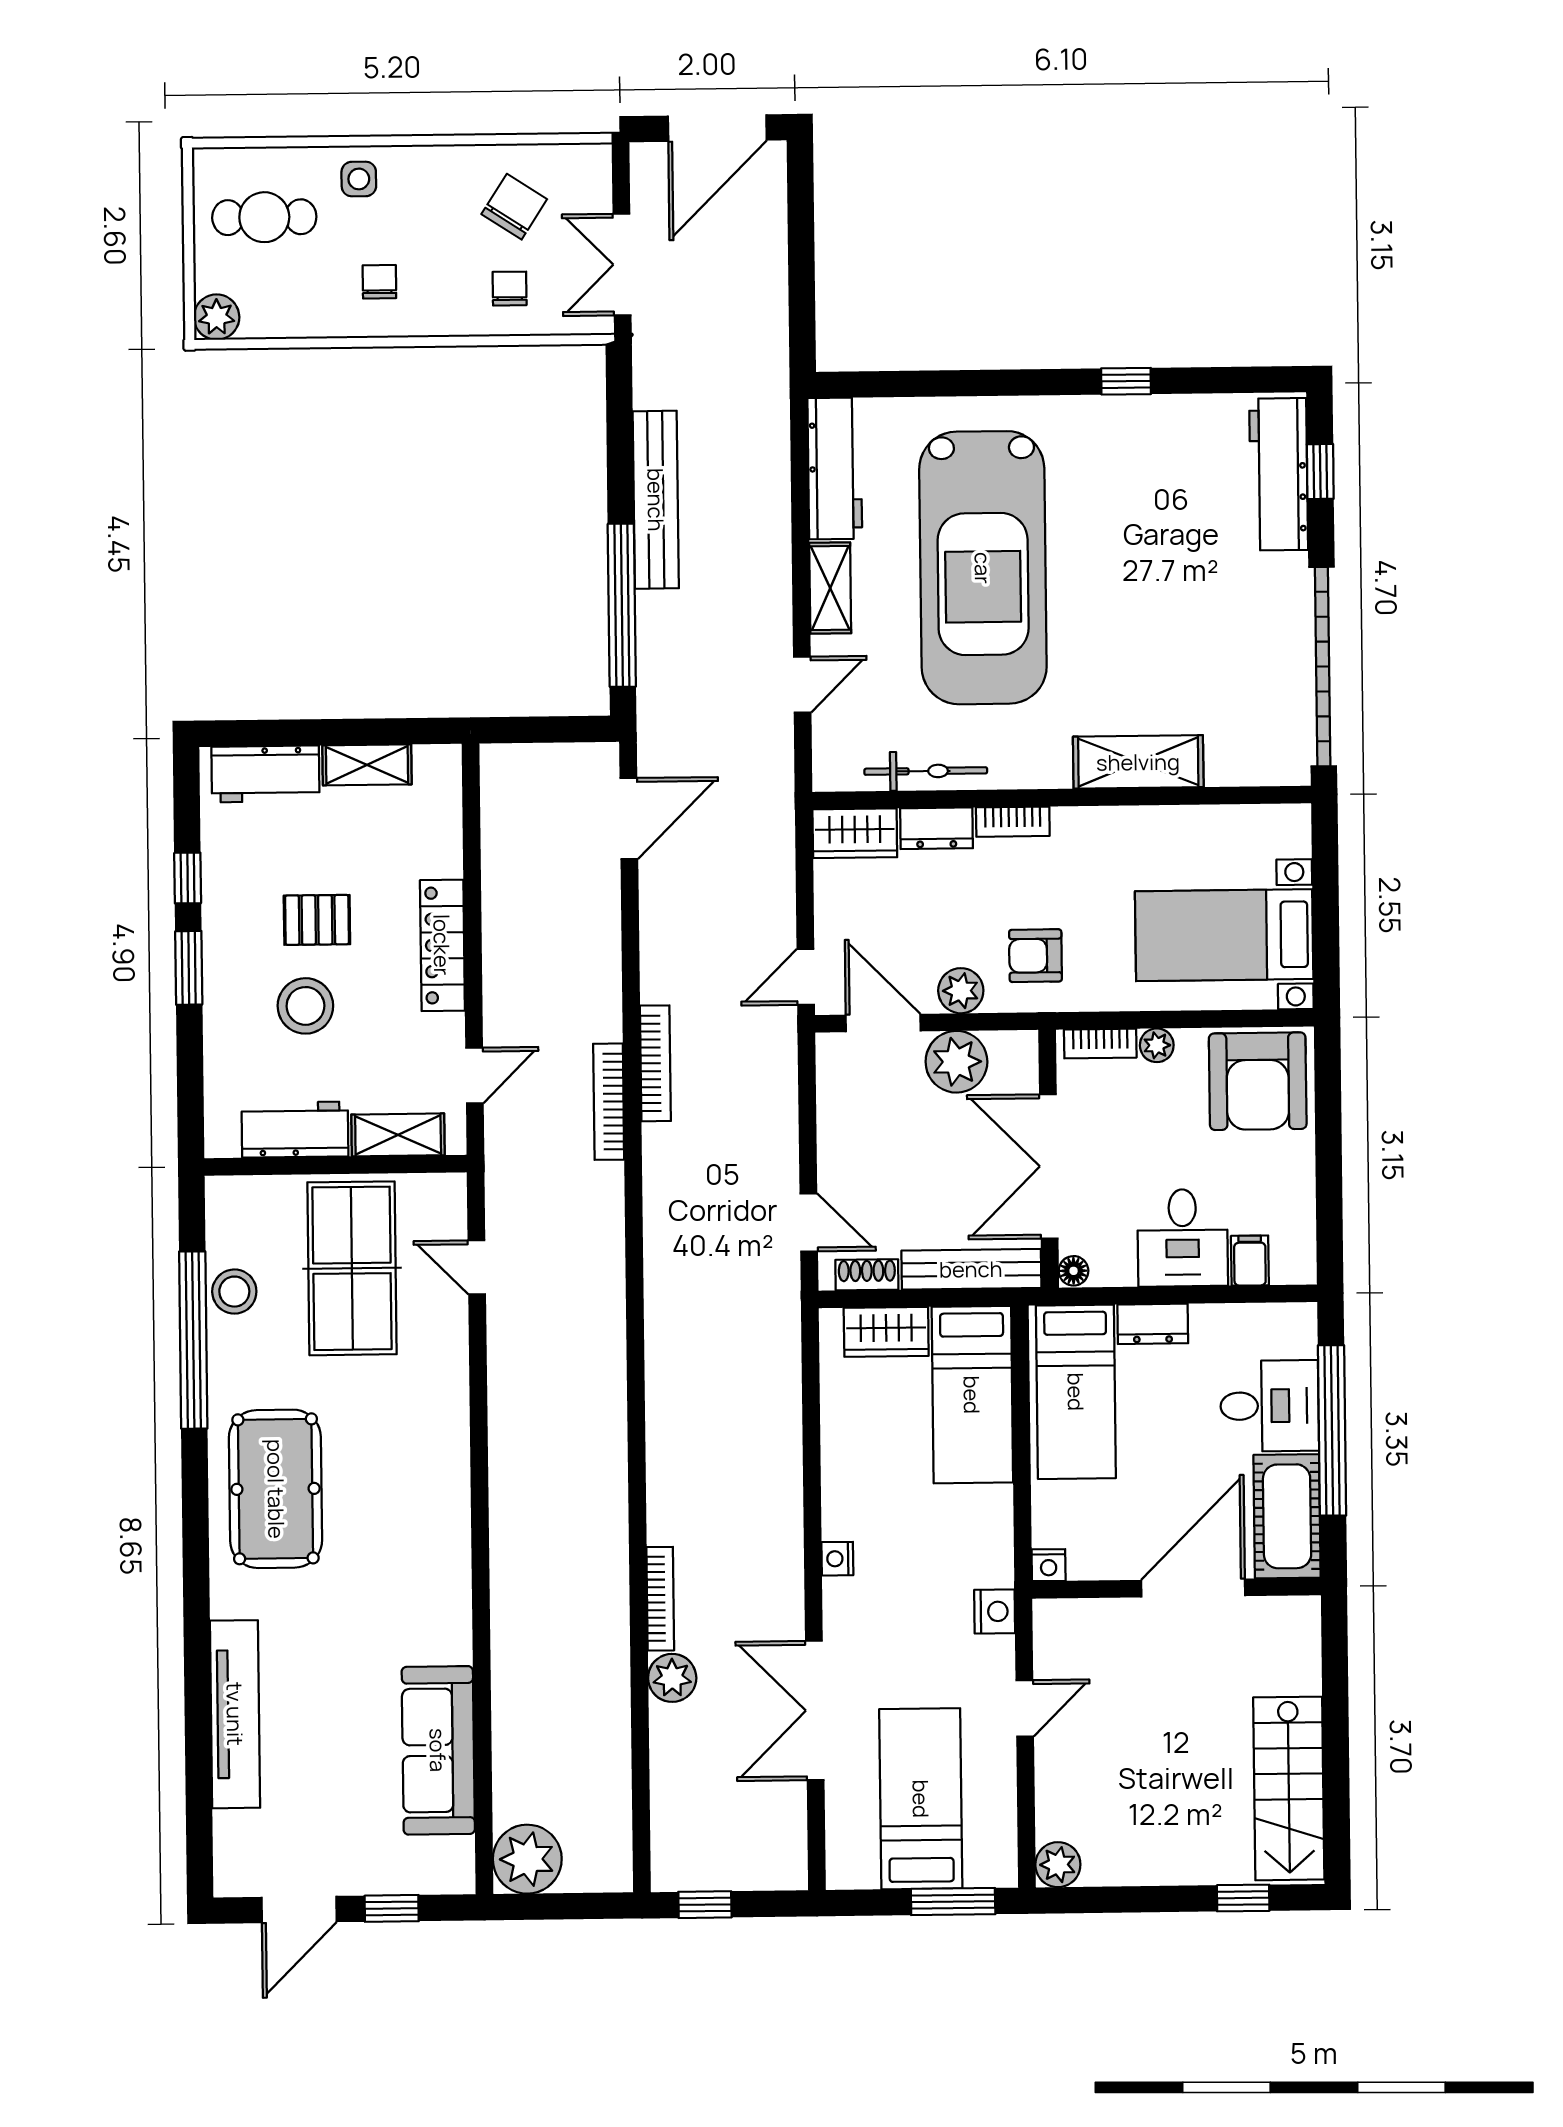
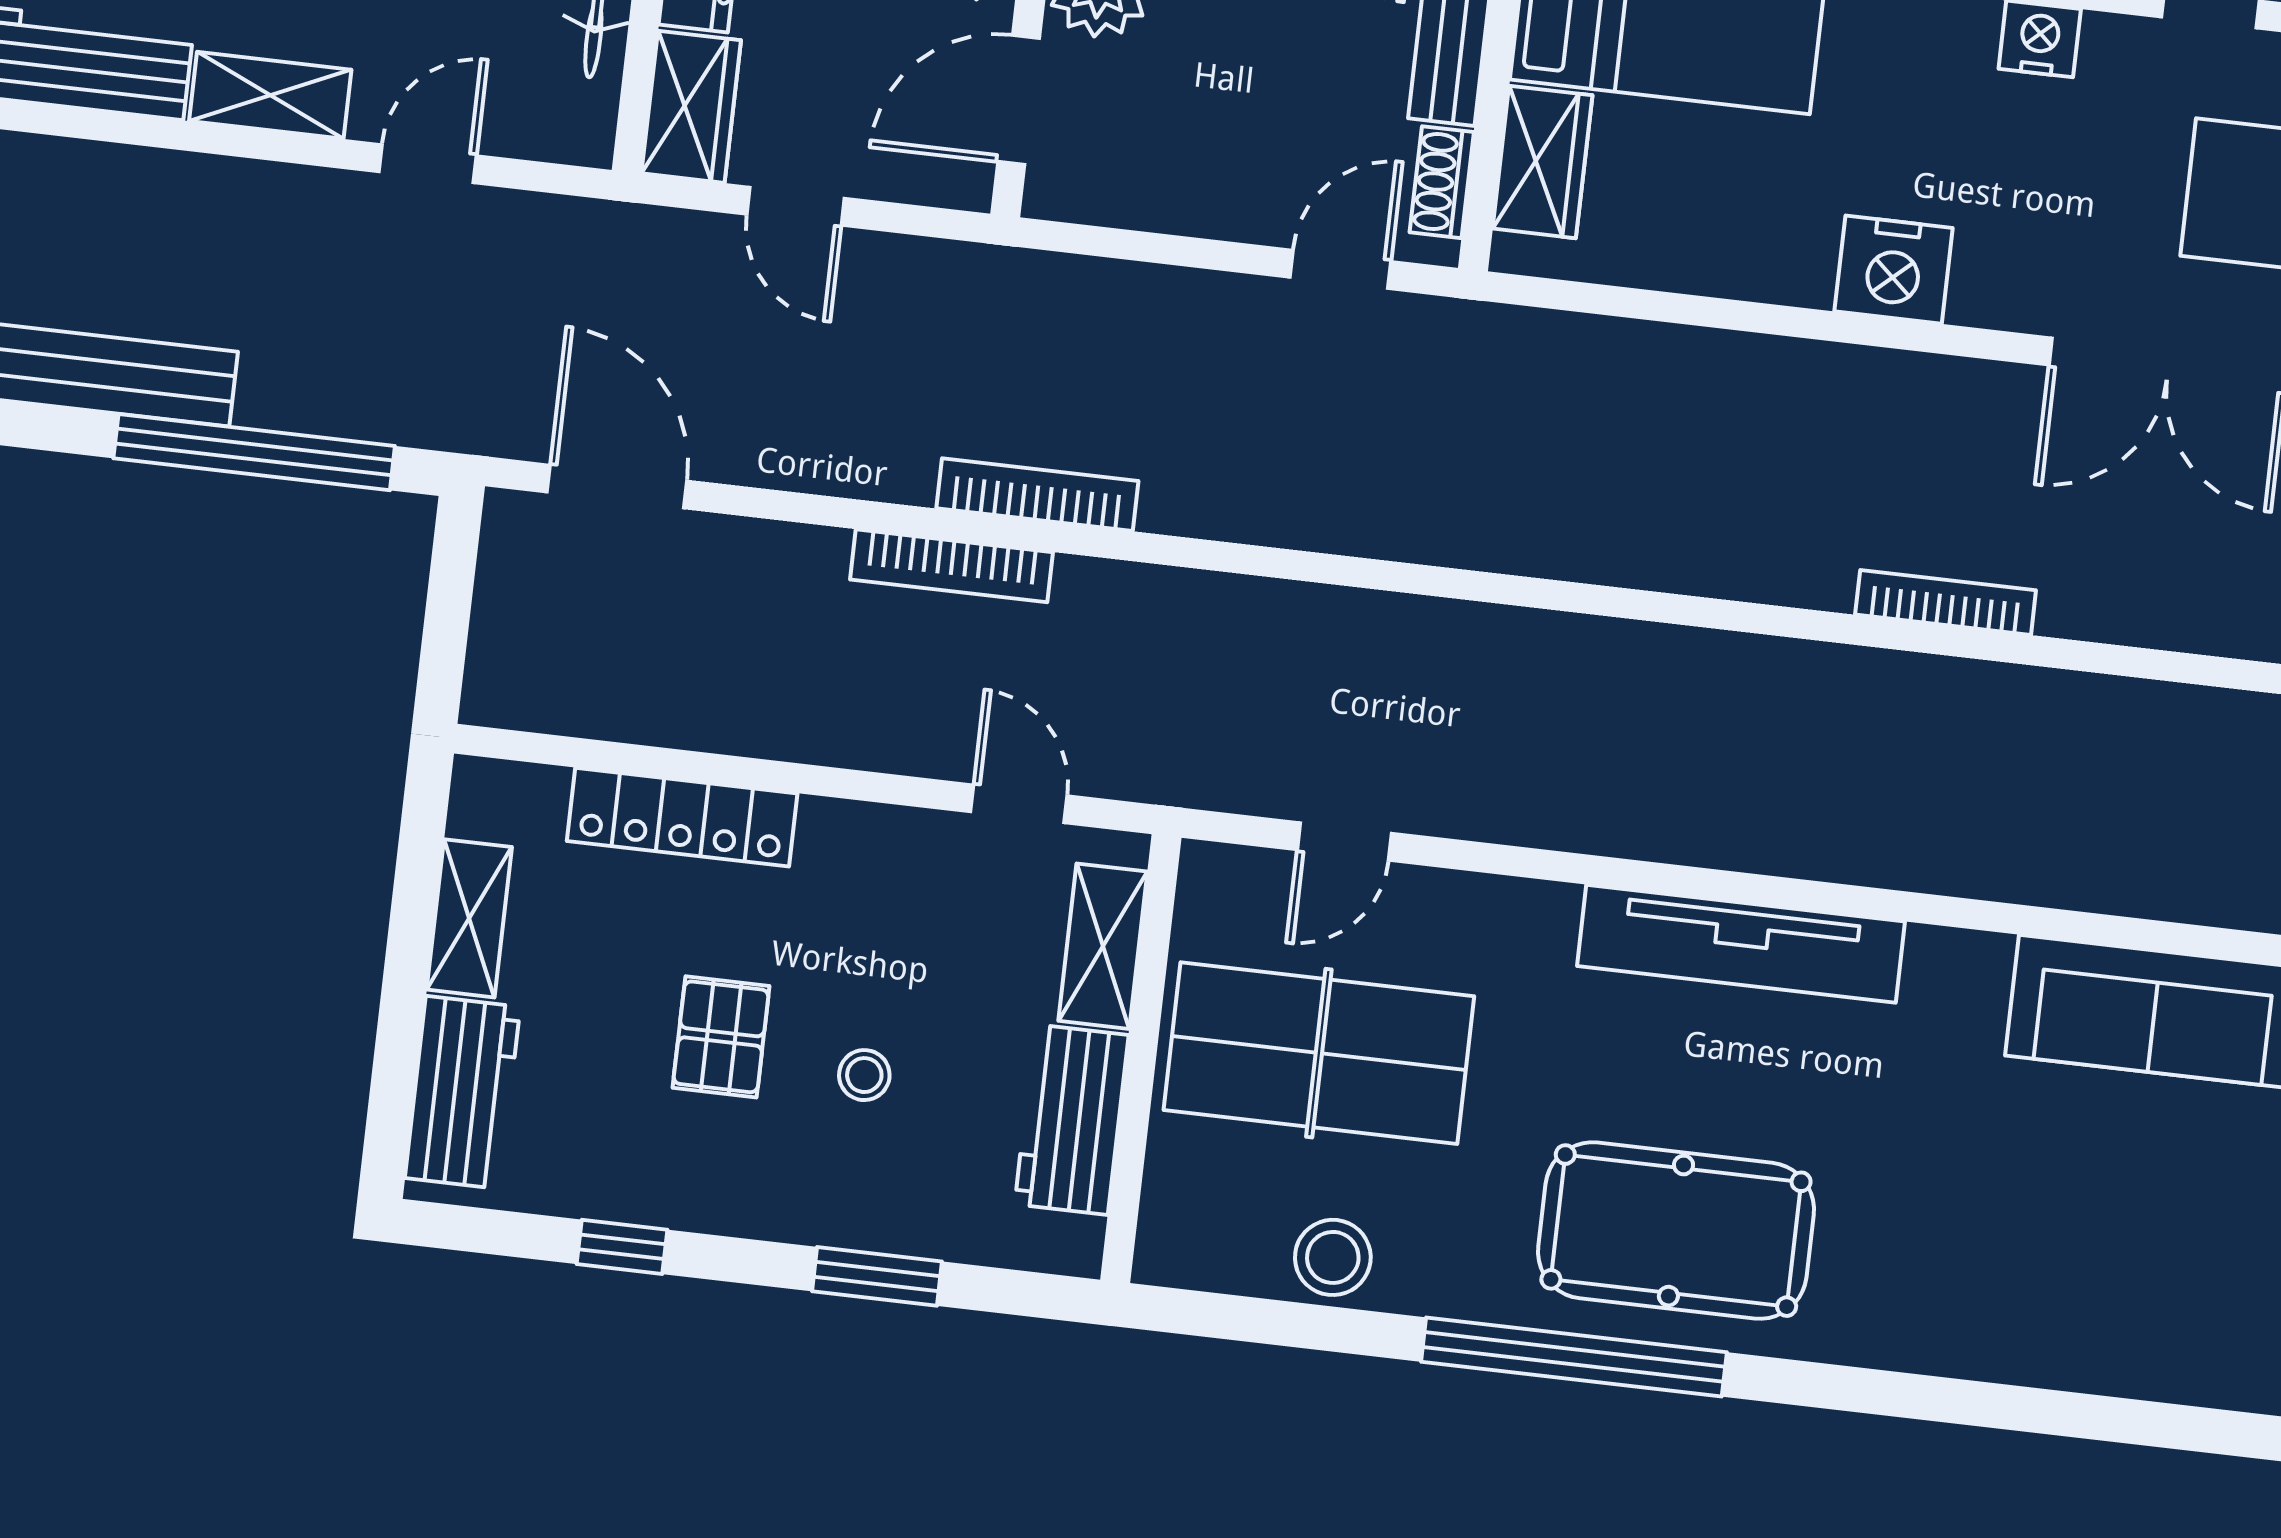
door: (802, 685) -> (428, 164), hinge flipped
locker: (442, 945) -> (682, 817), moved
window: (189, 968) -> (877, 1276), moved
door: (806, 977) -> (796, 206), moved
stool: (305, 1006) -> (864, 1075), width x0.53, depth x0.53
bookcase: (609, 1102) -> (952, 566), moved
window: (193, 1340) -> (1574, 1357), moved
nightstand: (837, 1559) -> (1894, 270), width x1.89, depth x1.79
plant: (672, 1678) -> (2082, 600), removed
tv unit: (235, 1714) -> (1741, 944), moved, turned 180

